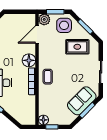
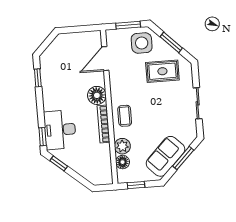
plant: (44, 19) -> (122, 146), moved
sofa: (82, 101) -> (166, 156), moved
floor lamp: (43, 120) -> (123, 162), moved

